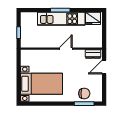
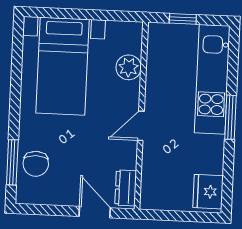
kitchen unit: (61, 19) -> (212, 79), moved
door: (66, 49) -> (141, 126), swing flipped
plant: (41, 55) -> (129, 67), added

